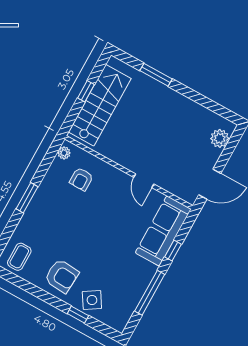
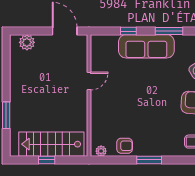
armchair: (81, 179) -> (125, 146), moved
sofa: (163, 231) -> (146, 46), moved
window: (150, 293) -> (169, 31), width x0.69

